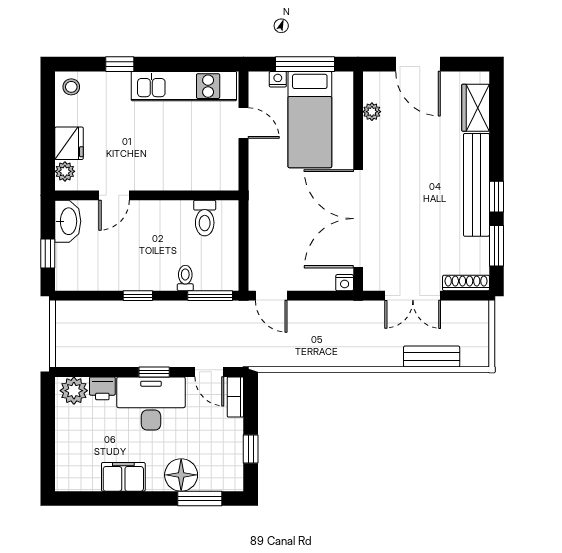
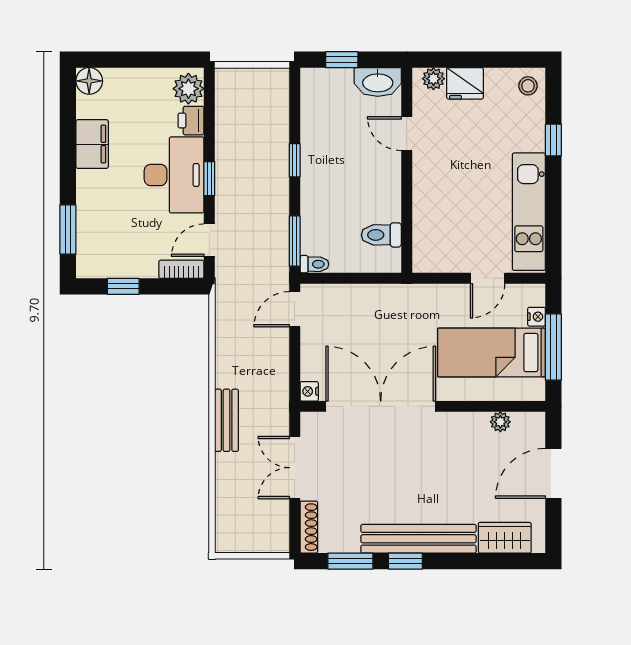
toilet: (185, 278) -> (314, 264), moved
bench: (432, 357) -> (227, 420), moved
floor lamp: (181, 475) -> (89, 81), moved, width x0.73, depth x0.73

